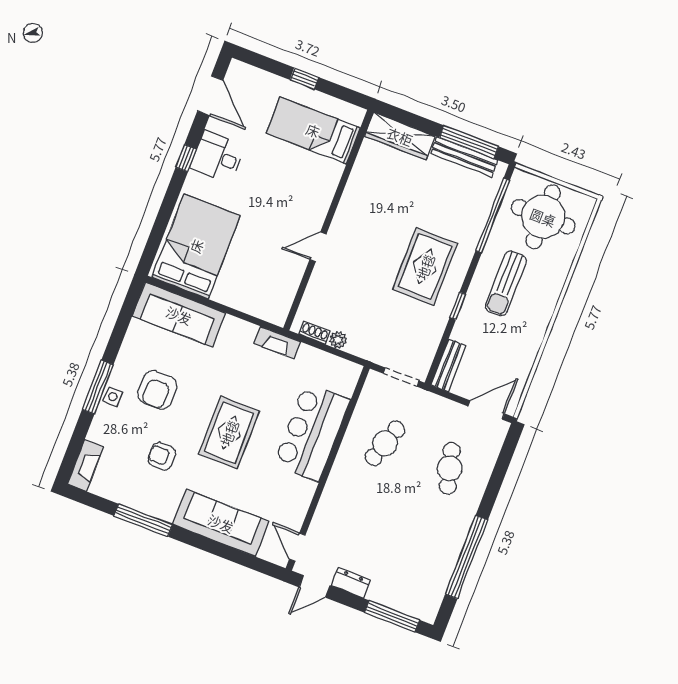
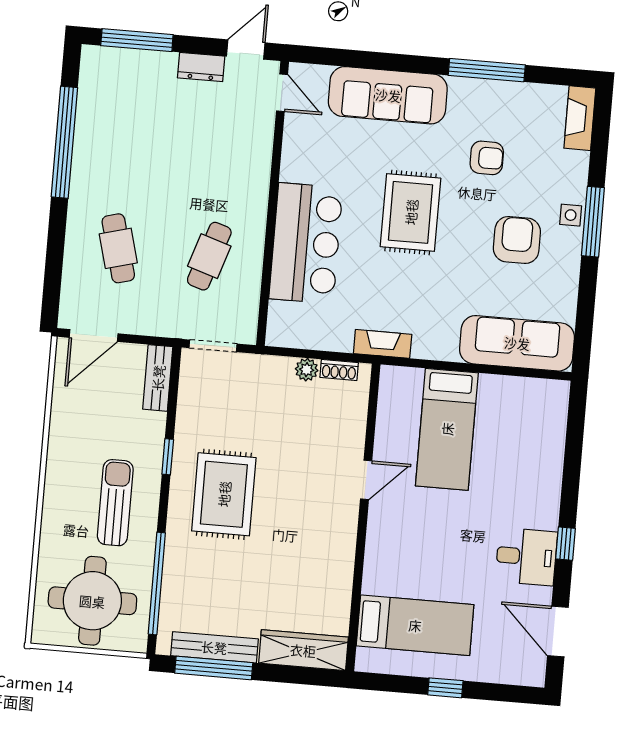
bed: (196, 246) -> (447, 429), moved, width x0.67

